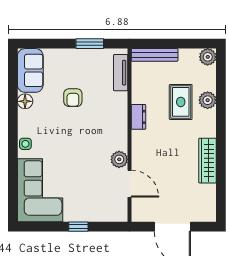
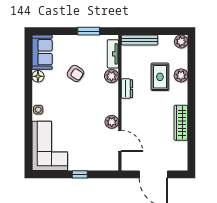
armchair: (73, 98) -> (75, 73), turned -56
plant: (119, 101) -> (111, 76), added

